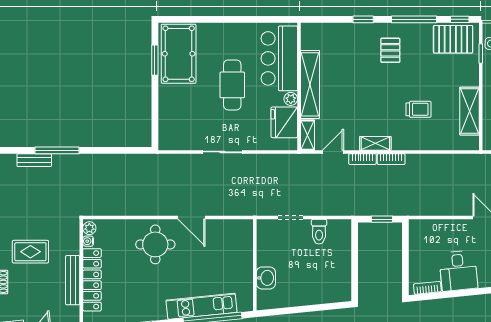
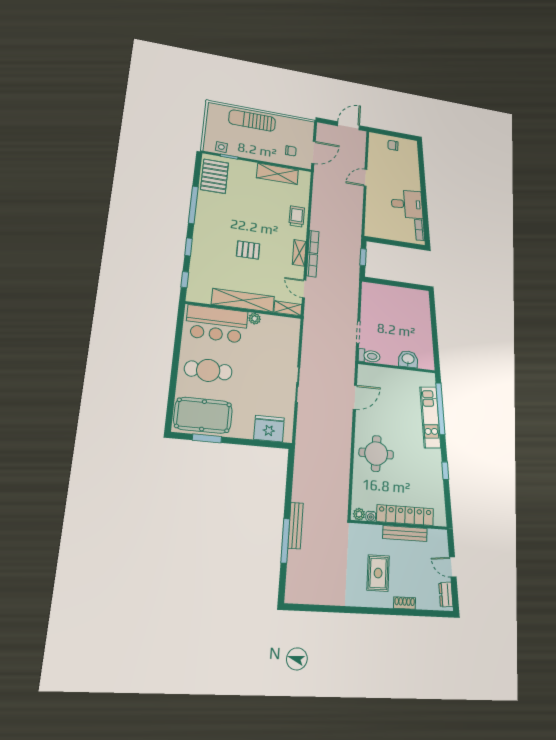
window: (460, 19) -> (185, 280), moved
pallet: (390, 50) -> (248, 250), moved
cafe table: (232, 85) -> (208, 370), moved
trolley: (419, 109) -> (297, 217), moved
fridge: (284, 122) -> (269, 429), moved, turned 180
bench: (34, 160) -> (296, 526), moved, width x1.36
door: (191, 217) -> (355, 397), moved
toilet: (319, 232) -> (369, 356), moved

